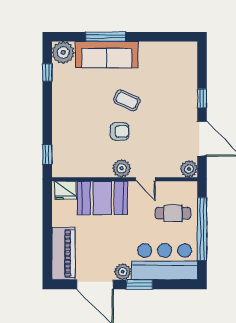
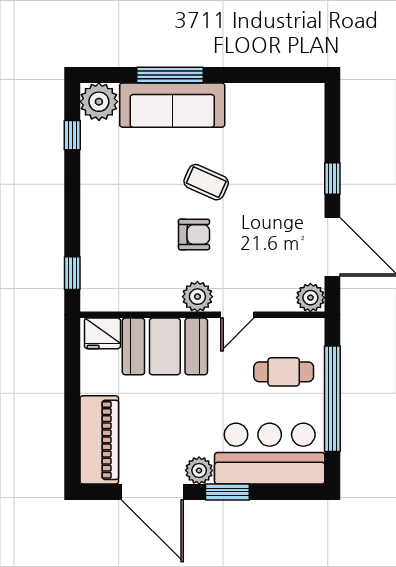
door: (145, 179) -> (237, 315), hinge flipped

